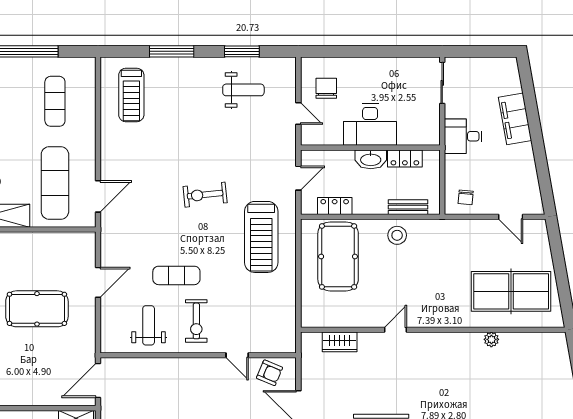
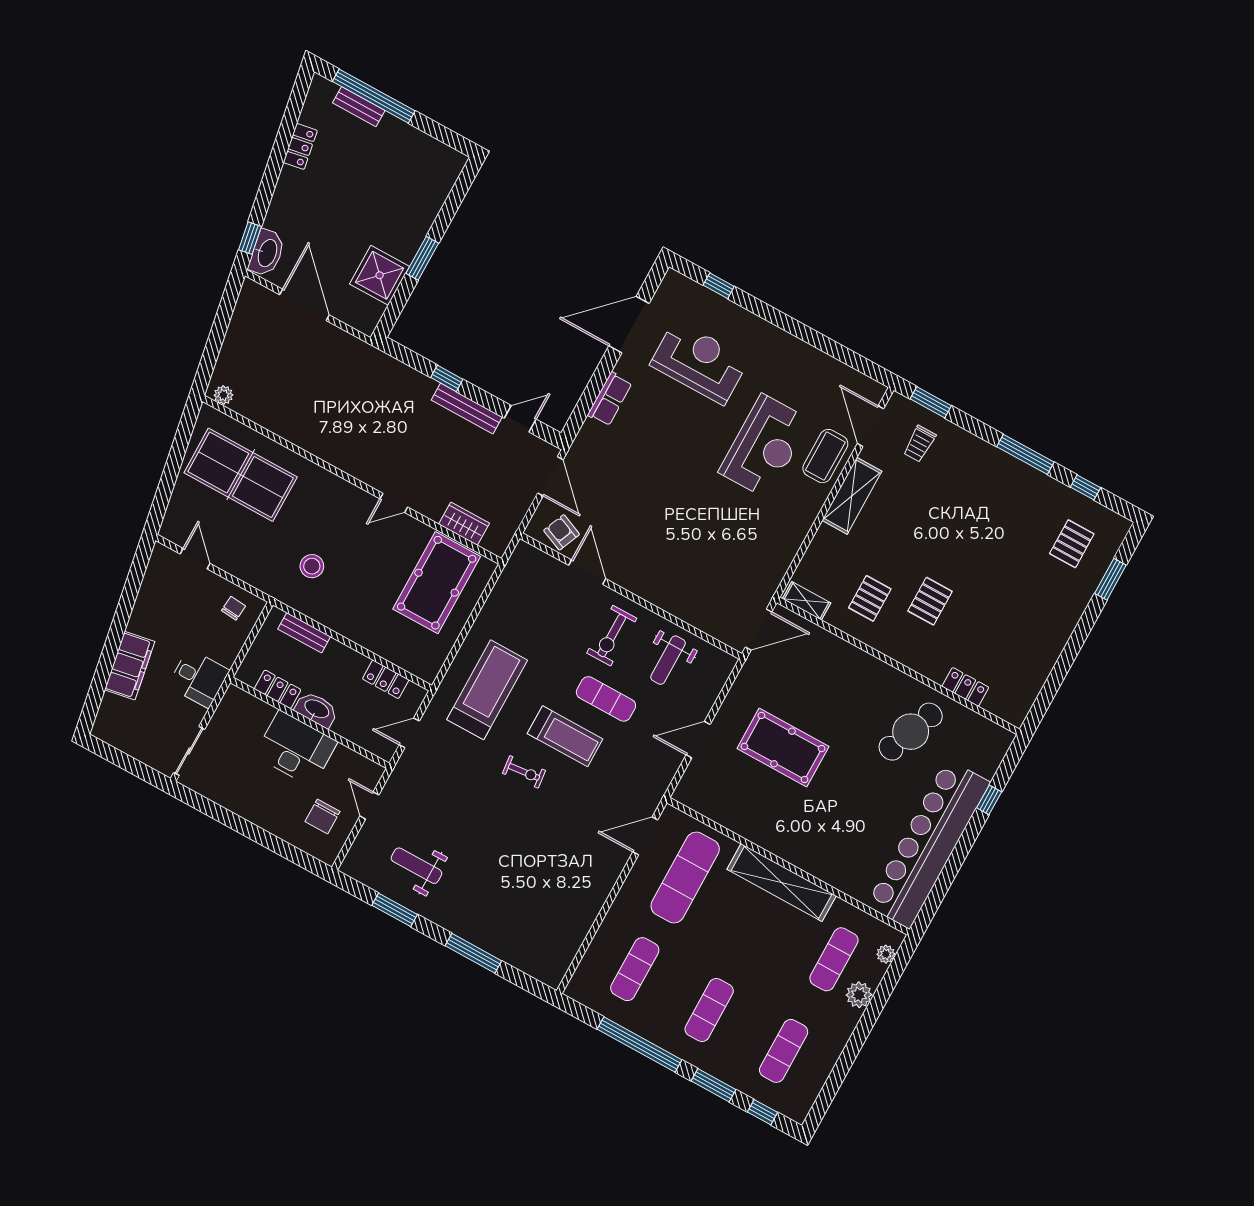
treadmill: (131, 95) -> (565, 736), moved, turned 90
exercise bike: (205, 195) -> (524, 772), width x0.73, depth x0.72
stool: (397, 235) -> (312, 566), moved
pool table: (338, 256) -> (437, 583), moved
exercise bike: (196, 321) -> (612, 636), turned 180
plant: (491, 339) -> (223, 395), moved
door: (237, 355) -> (587, 572), width x1.38

